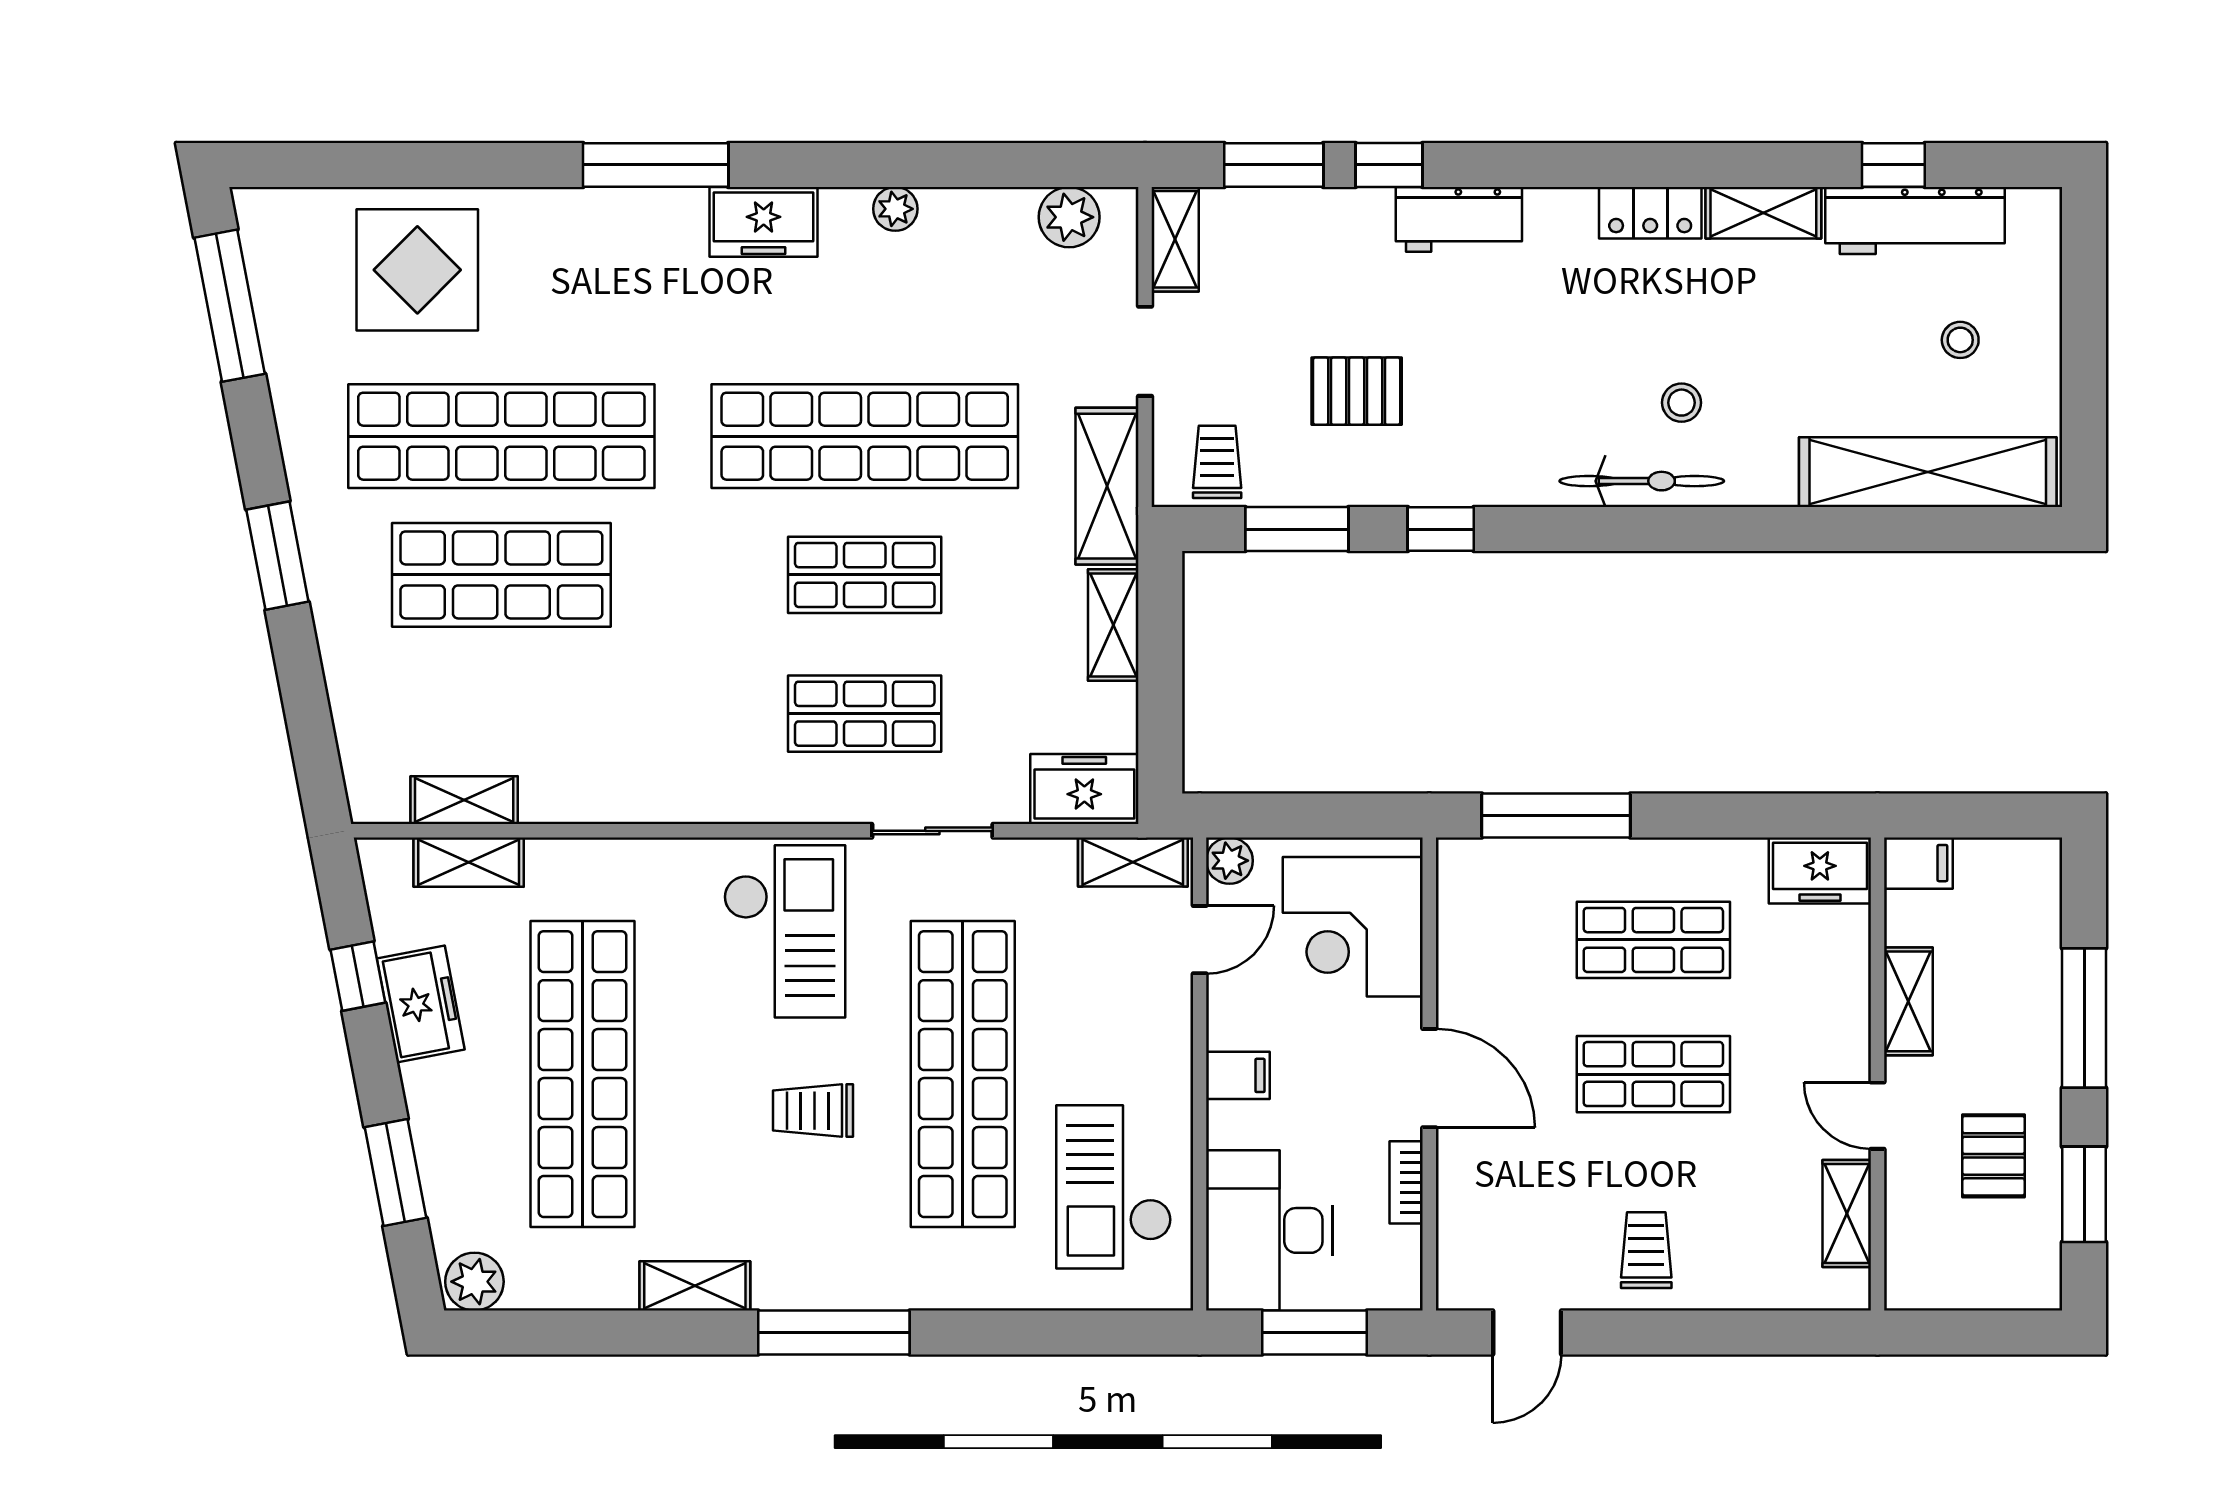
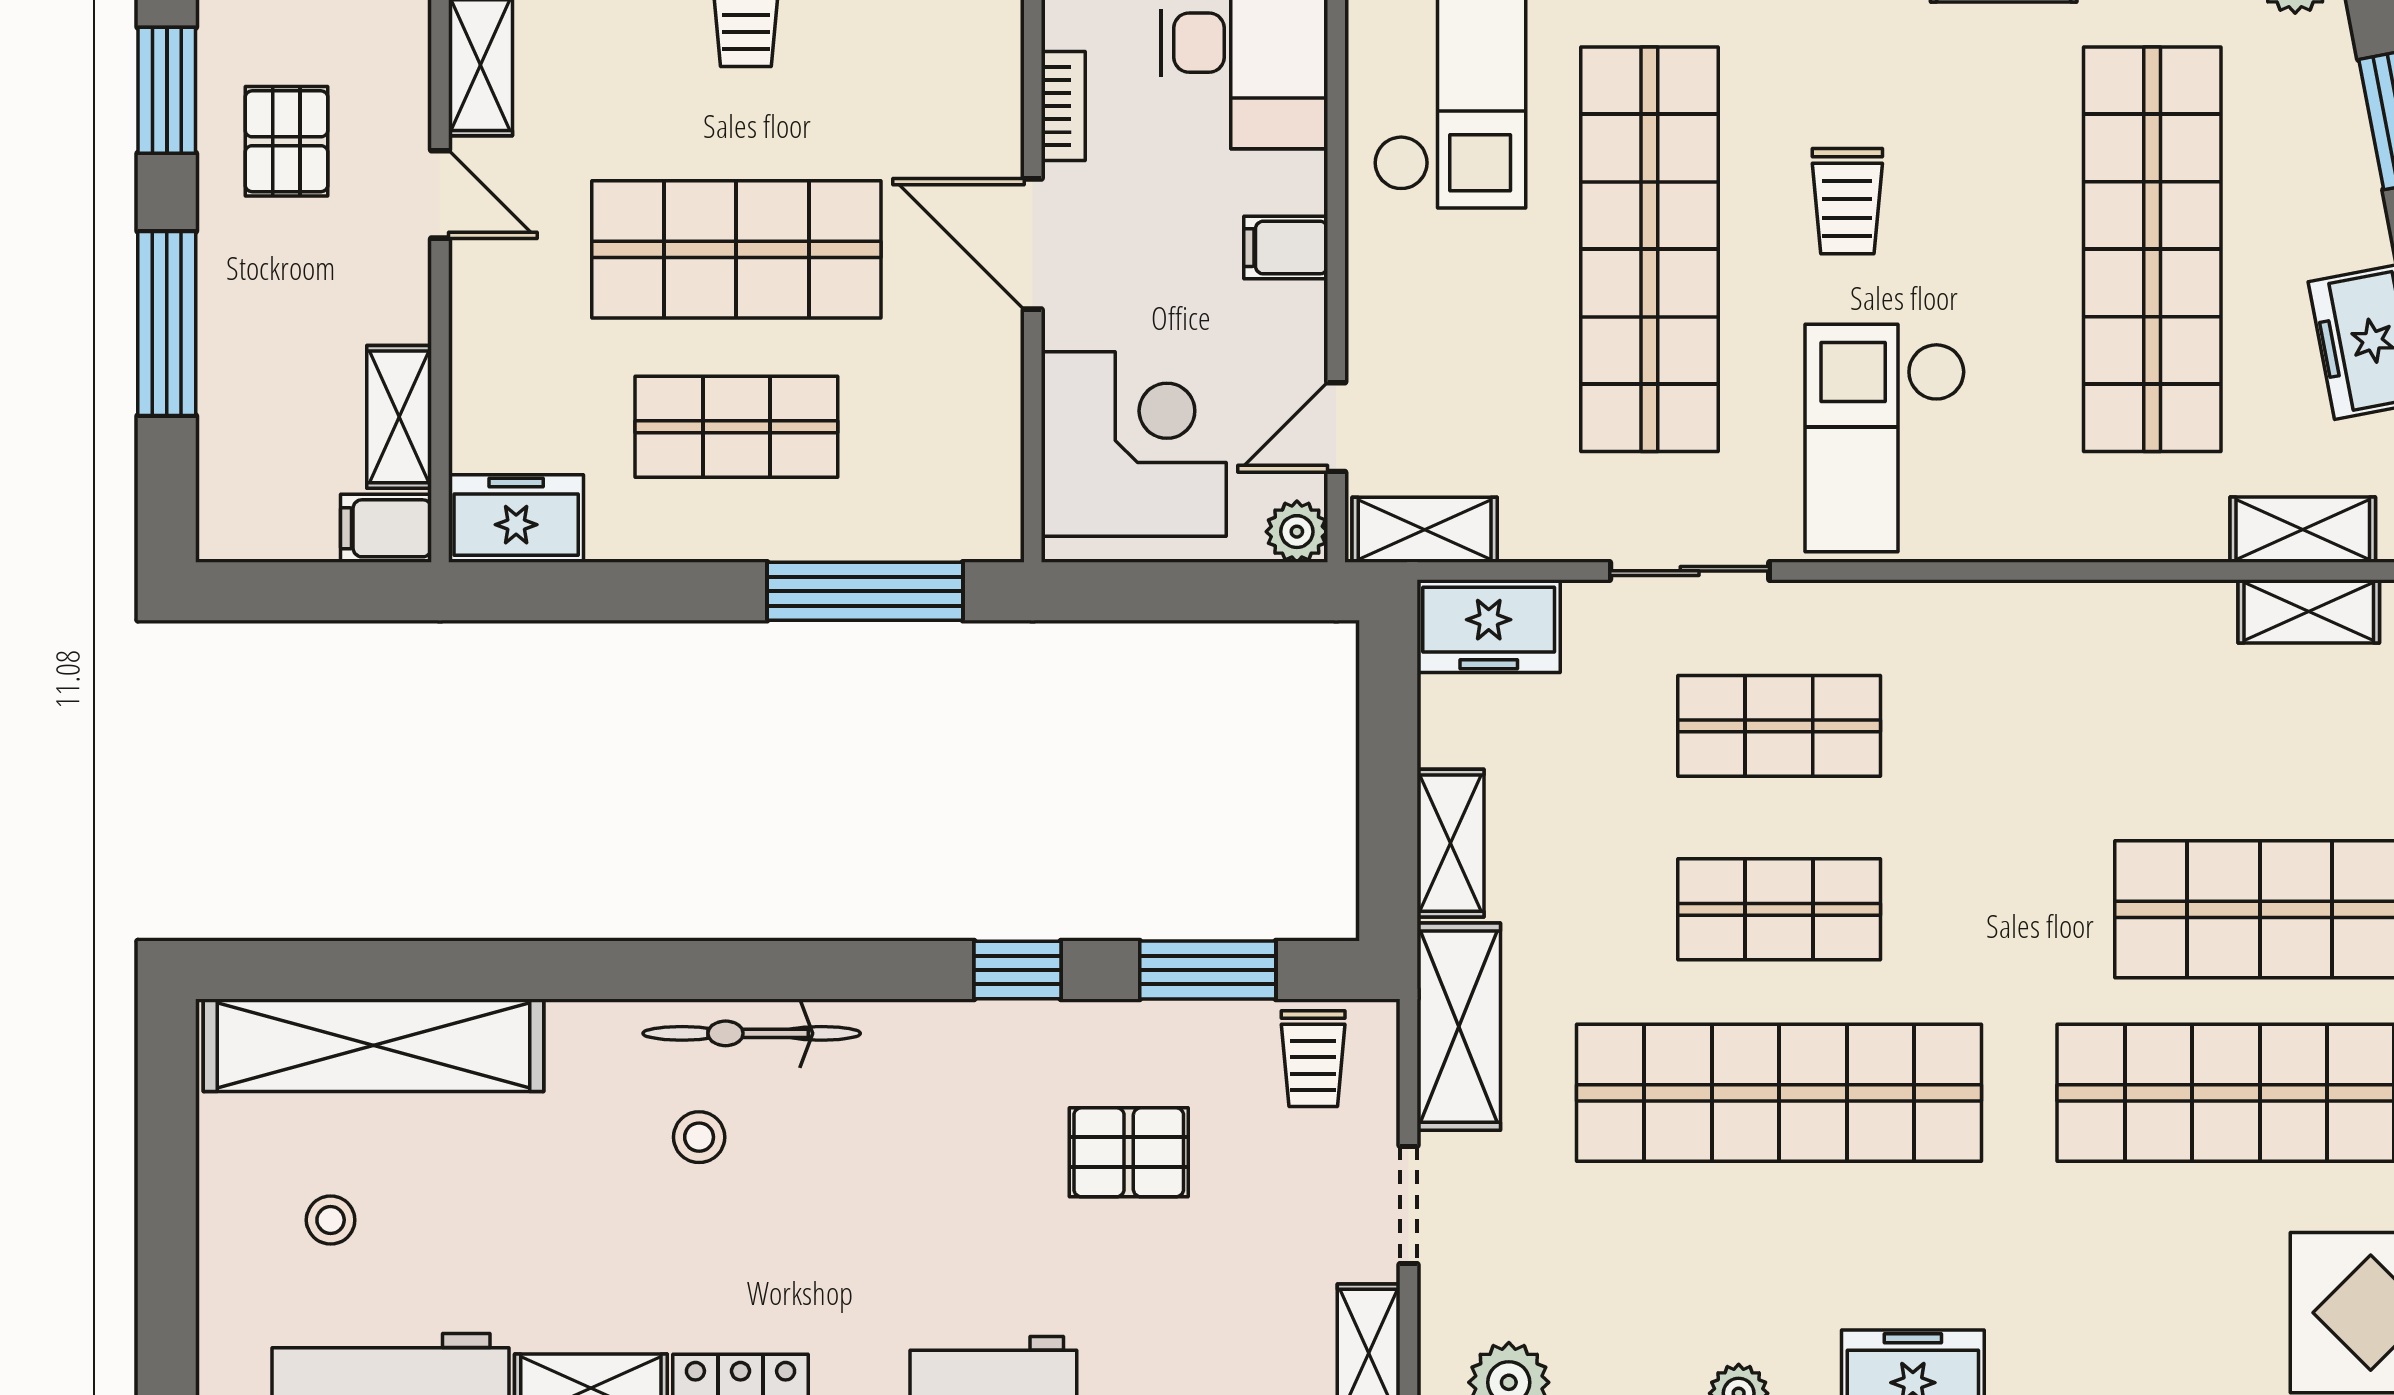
shelving: (1908, 1001) -> (399, 417), moved
shop shelf: (1653, 1074) -> (736, 249), width x1.43, depth x1.36
trolley: (813, 1111) -> (1847, 201), turned 90

